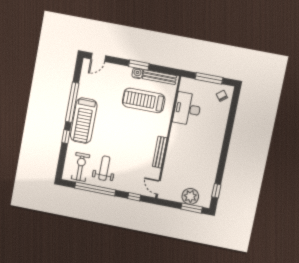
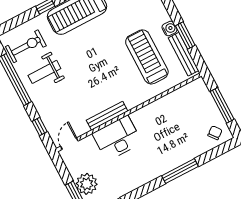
window: (139, 65) -> (185, 35), moved
desk: (187, 109) -> (117, 138), moved
window: (228, 135) -> (180, 171), added
weight bench: (104, 168) -> (44, 72), turned 180

